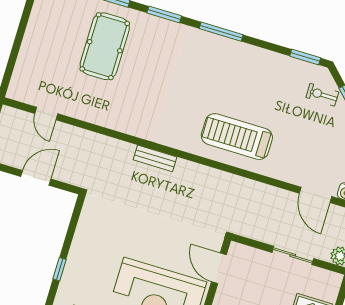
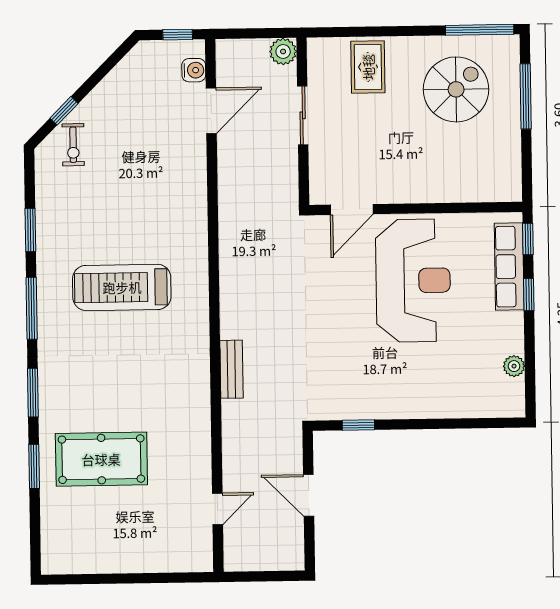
window: (305, 57) -> (30, 230), moved
treadmill: (237, 137) -> (122, 287), moved, turned 90
bench: (155, 158) -> (231, 369), moved
window: (60, 269) -> (358, 425), moved

